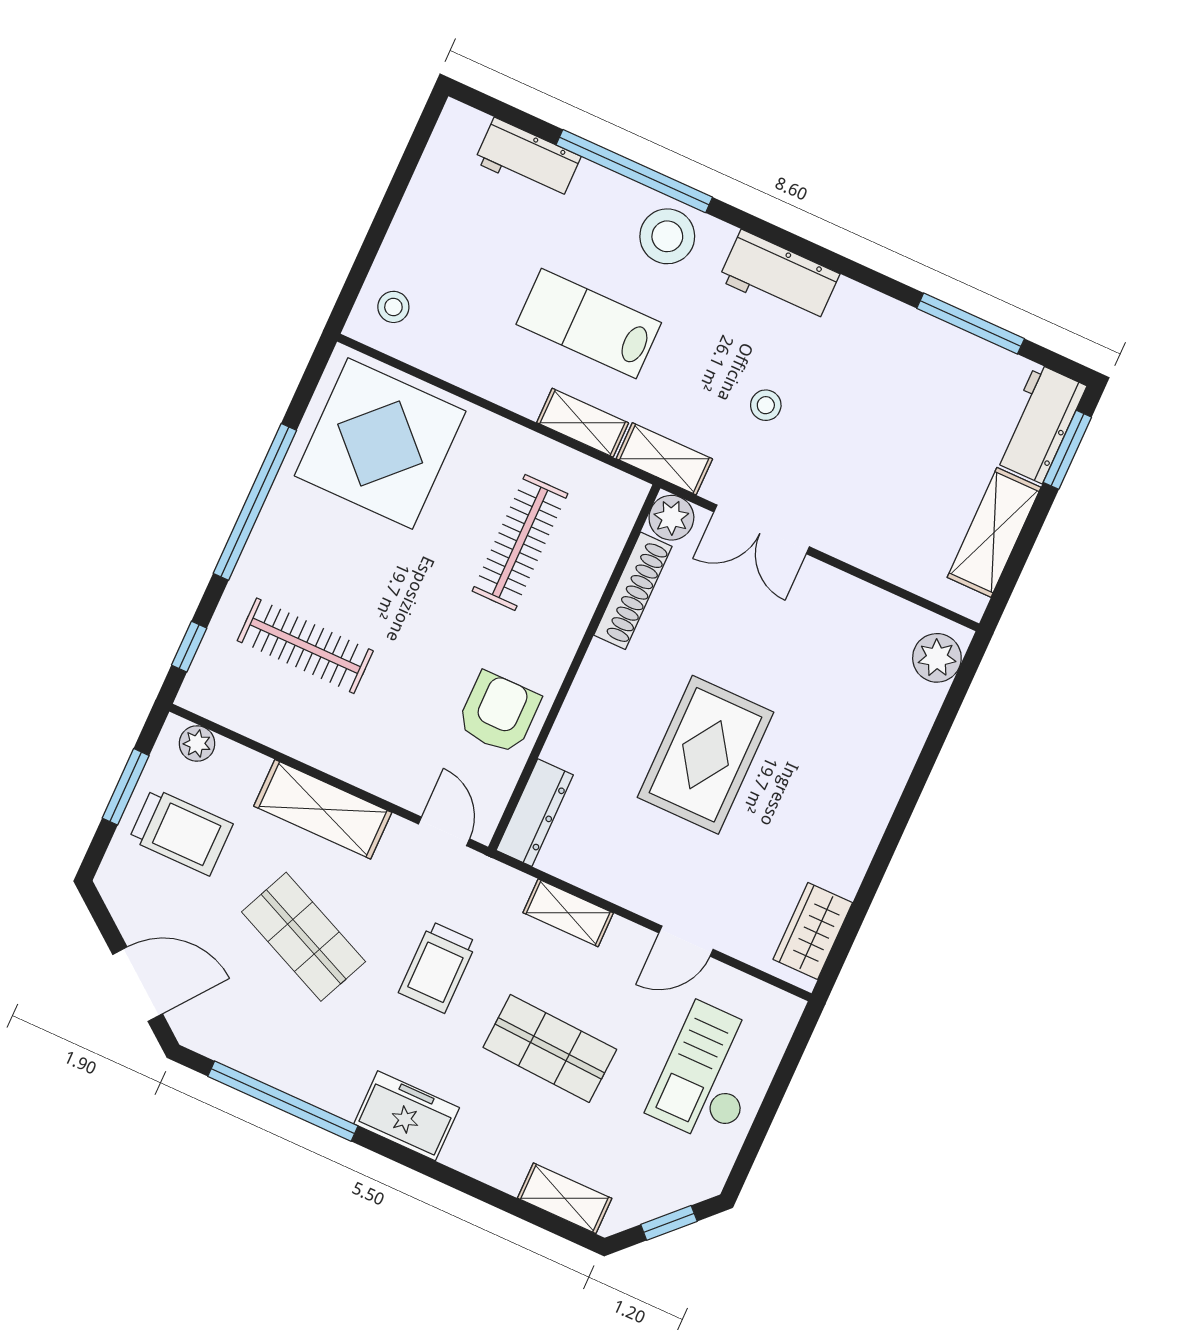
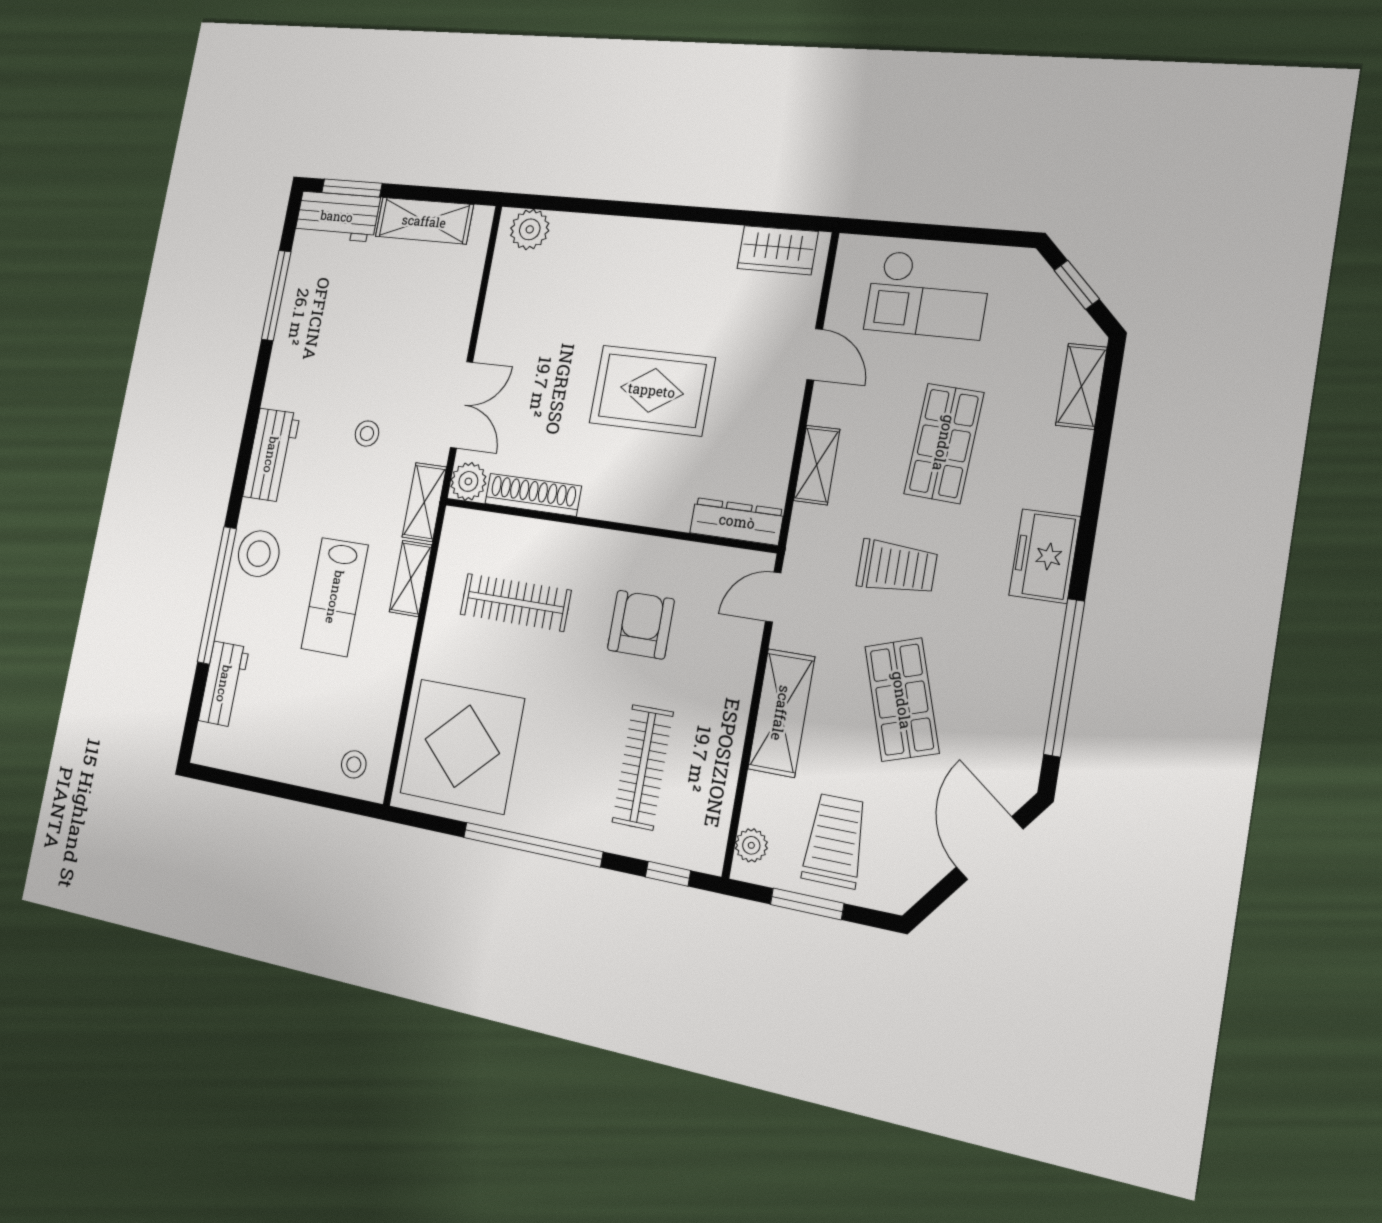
armchair: (499, 713) -> (641, 625), moved, turned 90
shop shelf: (304, 937) -> (902, 700), turned -42

